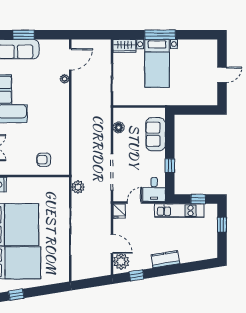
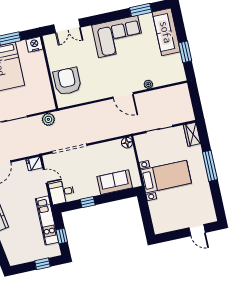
window: (24, 35) -> (185, 52), moved
door: (70, 59) -> (123, 95), moved
bed with nightstands: (157, 63) -> (166, 177), moved, turned 180
door: (222, 75) -> (197, 230), moved
floor lamp: (119, 127) -> (127, 143), moved
armchair: (44, 160) -> (67, 81), width x1.88, depth x1.88

